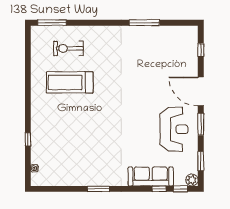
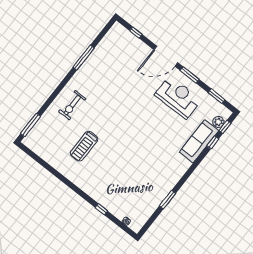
exercise bike: (68, 48) -> (72, 105), moved
treadmill: (70, 82) -> (84, 146), width x0.73, depth x0.73
plant: (192, 180) -> (218, 122), moved
window: (98, 189) -> (168, 200), moved

